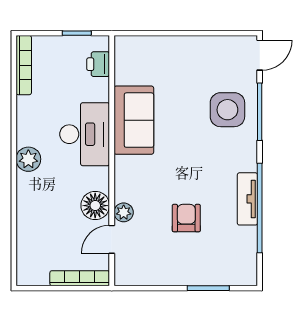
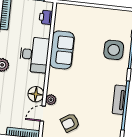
armchair: (186, 218) -> (70, 123), moved, turned -123

